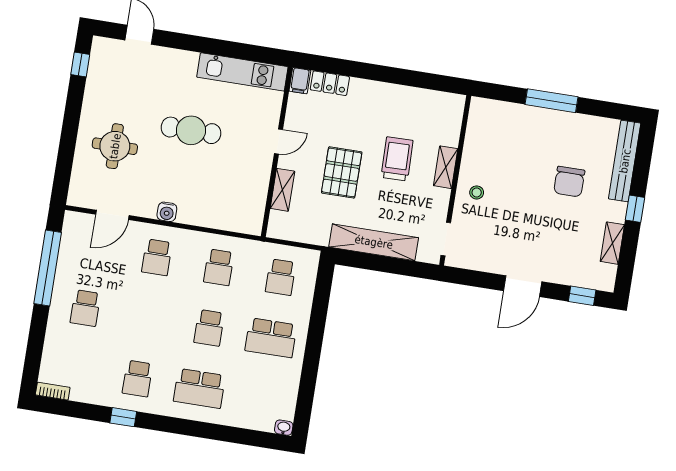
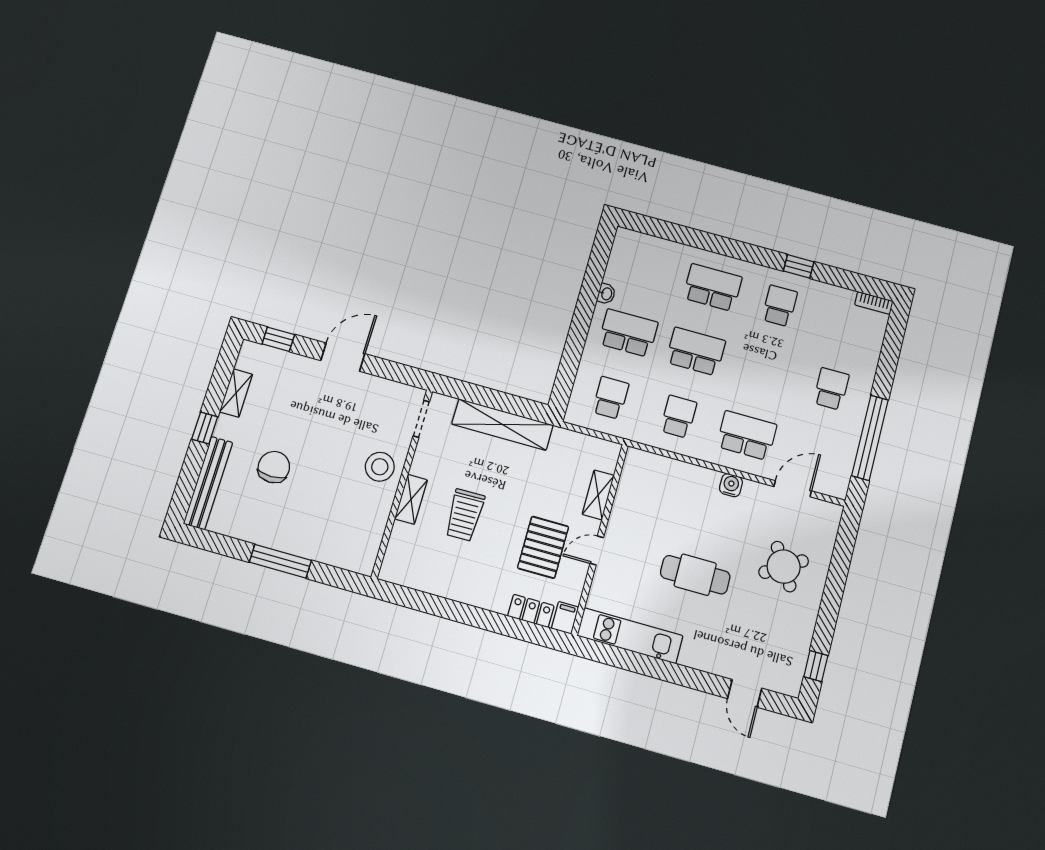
round table: (115, 146) -> (784, 567), turned -32
pallet: (342, 172) -> (543, 547), moved
stool: (477, 192) -> (380, 467), width x1.89, depth x1.89
school desk: (157, 257) -> (747, 436), width x1.85
school desk: (209, 328) -> (696, 352), width x1.85
washbasin: (284, 428) -> (606, 294), moved, turned -90

